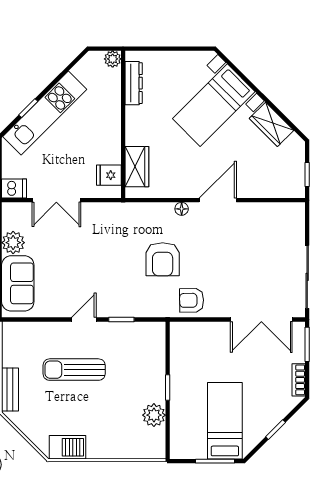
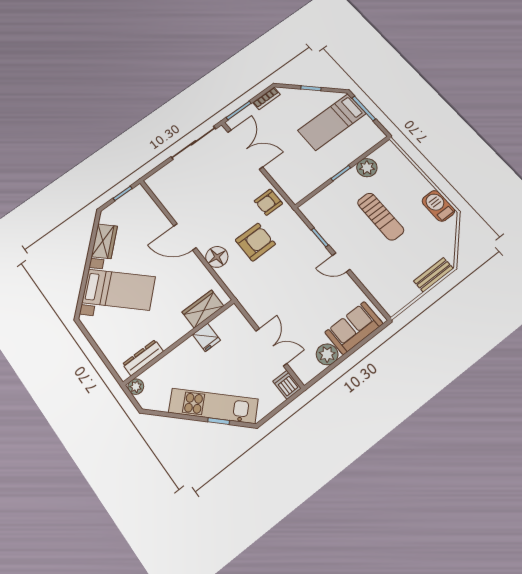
fridge: (109, 175) -> (206, 337), moved
floor lamp: (182, 209) -> (217, 257), width x1.89, depth x1.89
armchair: (192, 300) -> (268, 202), turned 91
sun lounger: (74, 370) -> (381, 217), moved

